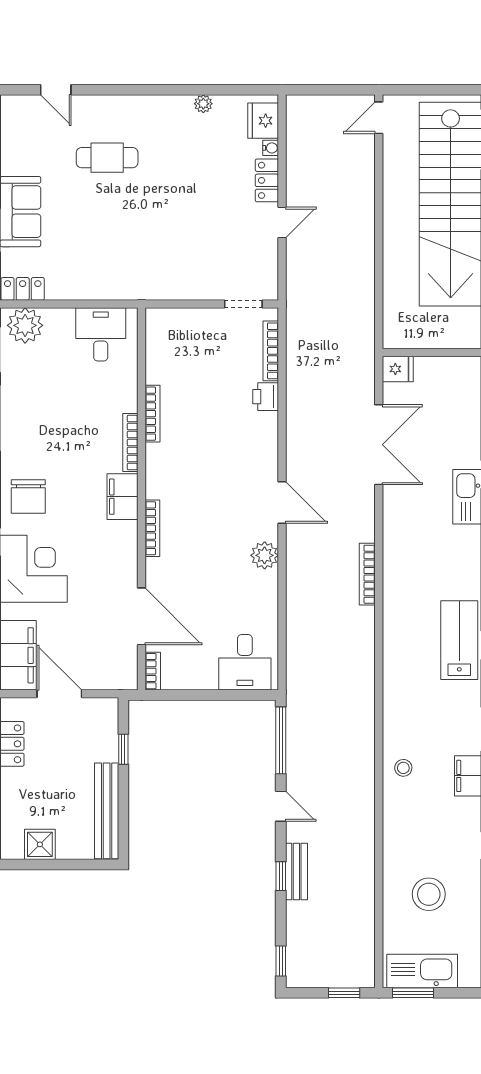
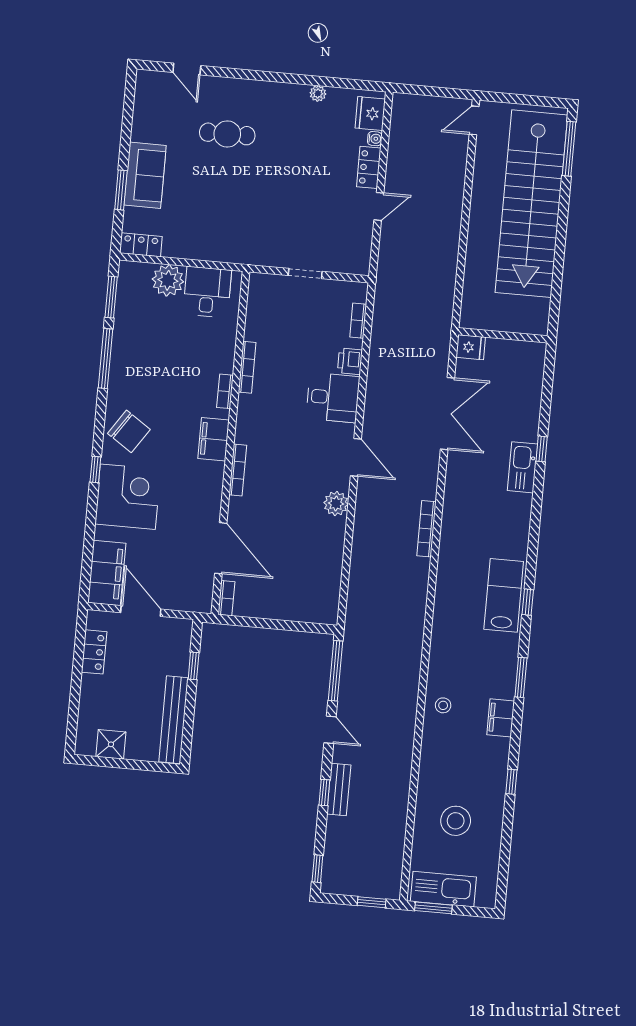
doorway: (243, 304) -> (305, 273), moved
plant: (25, 325) -> (168, 280), moved
bookcase: (271, 351) -> (358, 321), width x0.64
bookcase: (130, 443) -> (225, 391), width x0.64
chair: (28, 497) -> (129, 431), turned -56
desk: (245, 662) -> (333, 398), moved, turned -90

